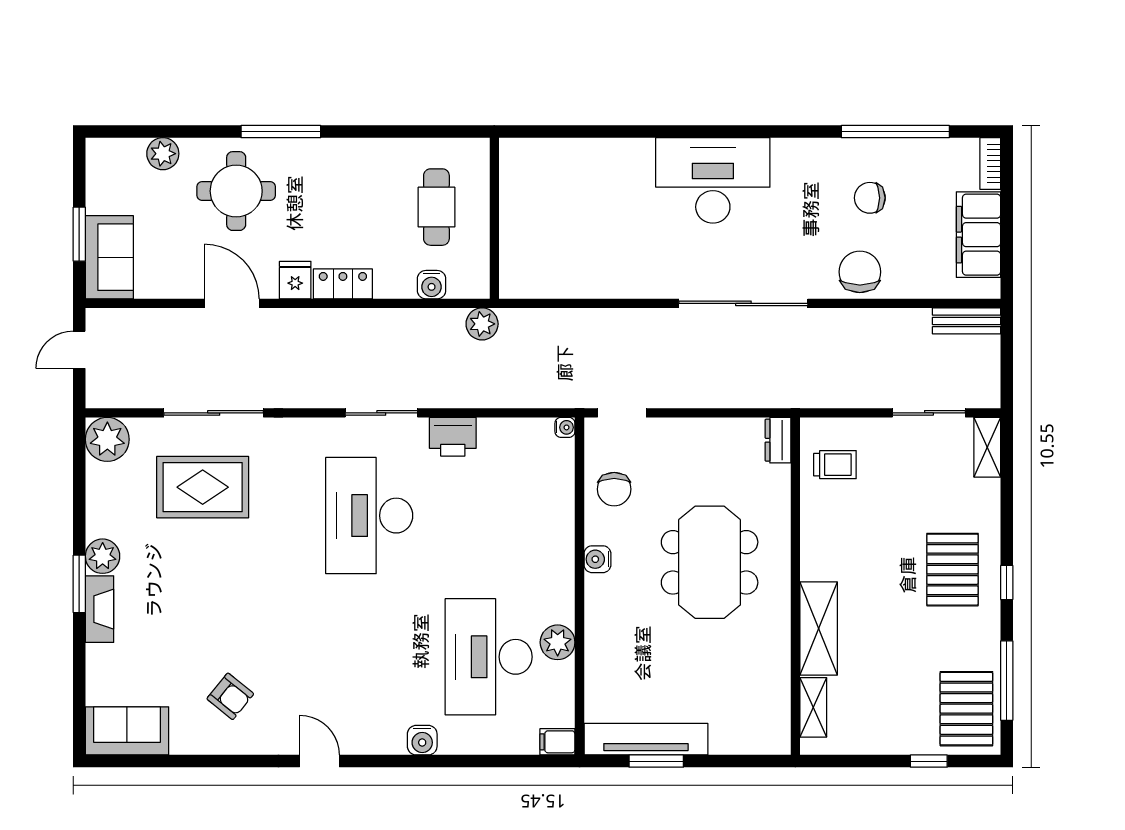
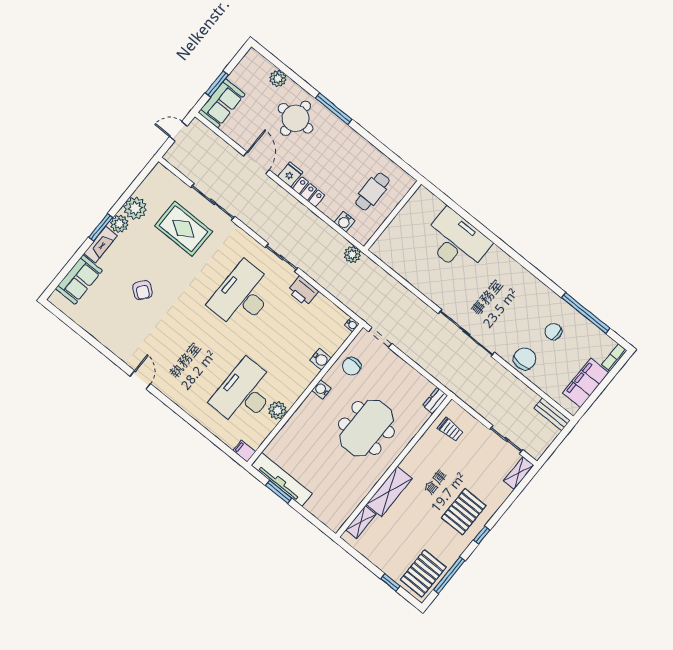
desk: (713, 180) -> (456, 241), moved
plant: (107, 439) -> (135, 208), moved
armchair: (230, 696) -> (142, 290), moved
sofa: (127, 731) -> (79, 280), moved, turned 90
water cooler: (422, 740) -> (321, 359), moved, turned -90

